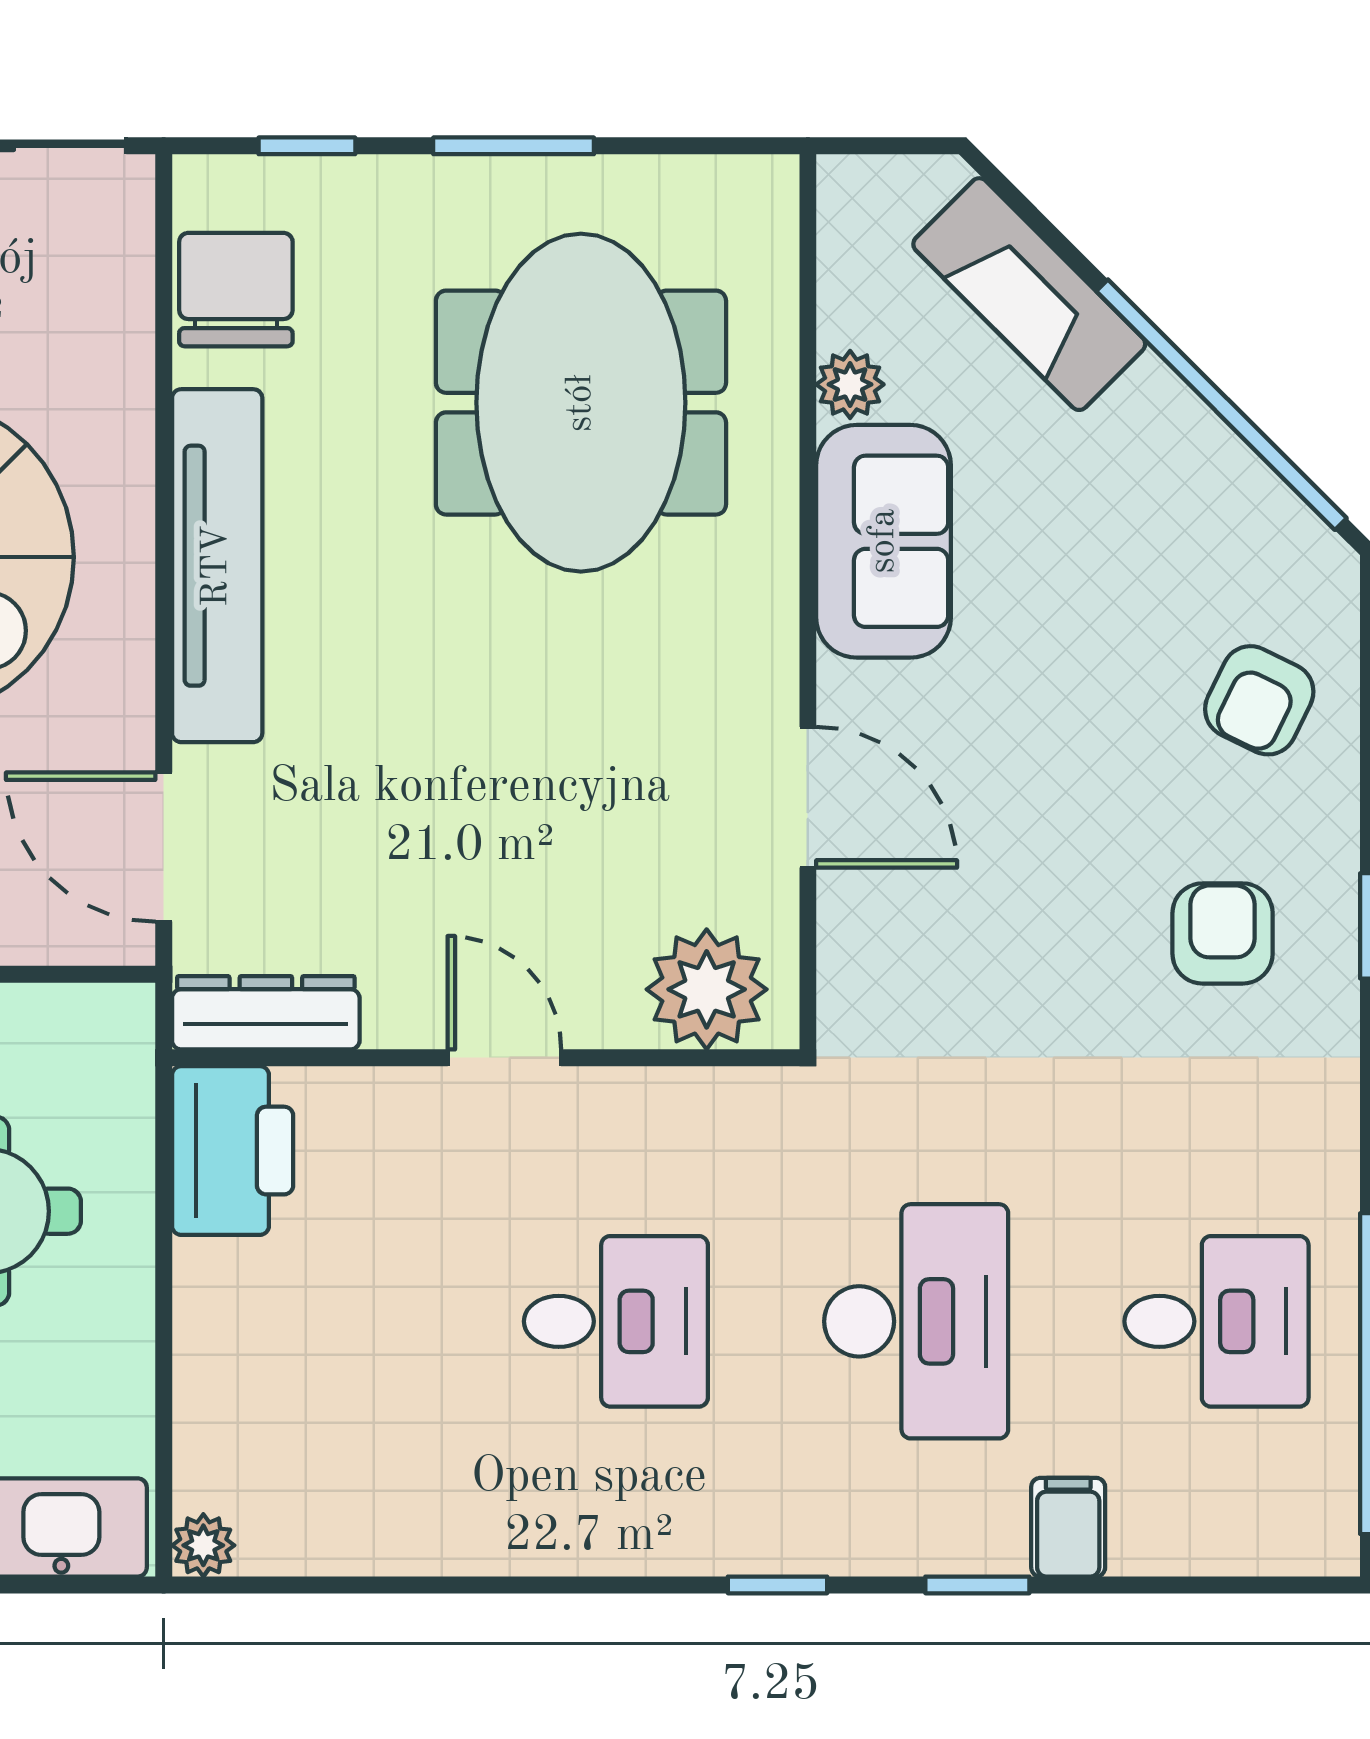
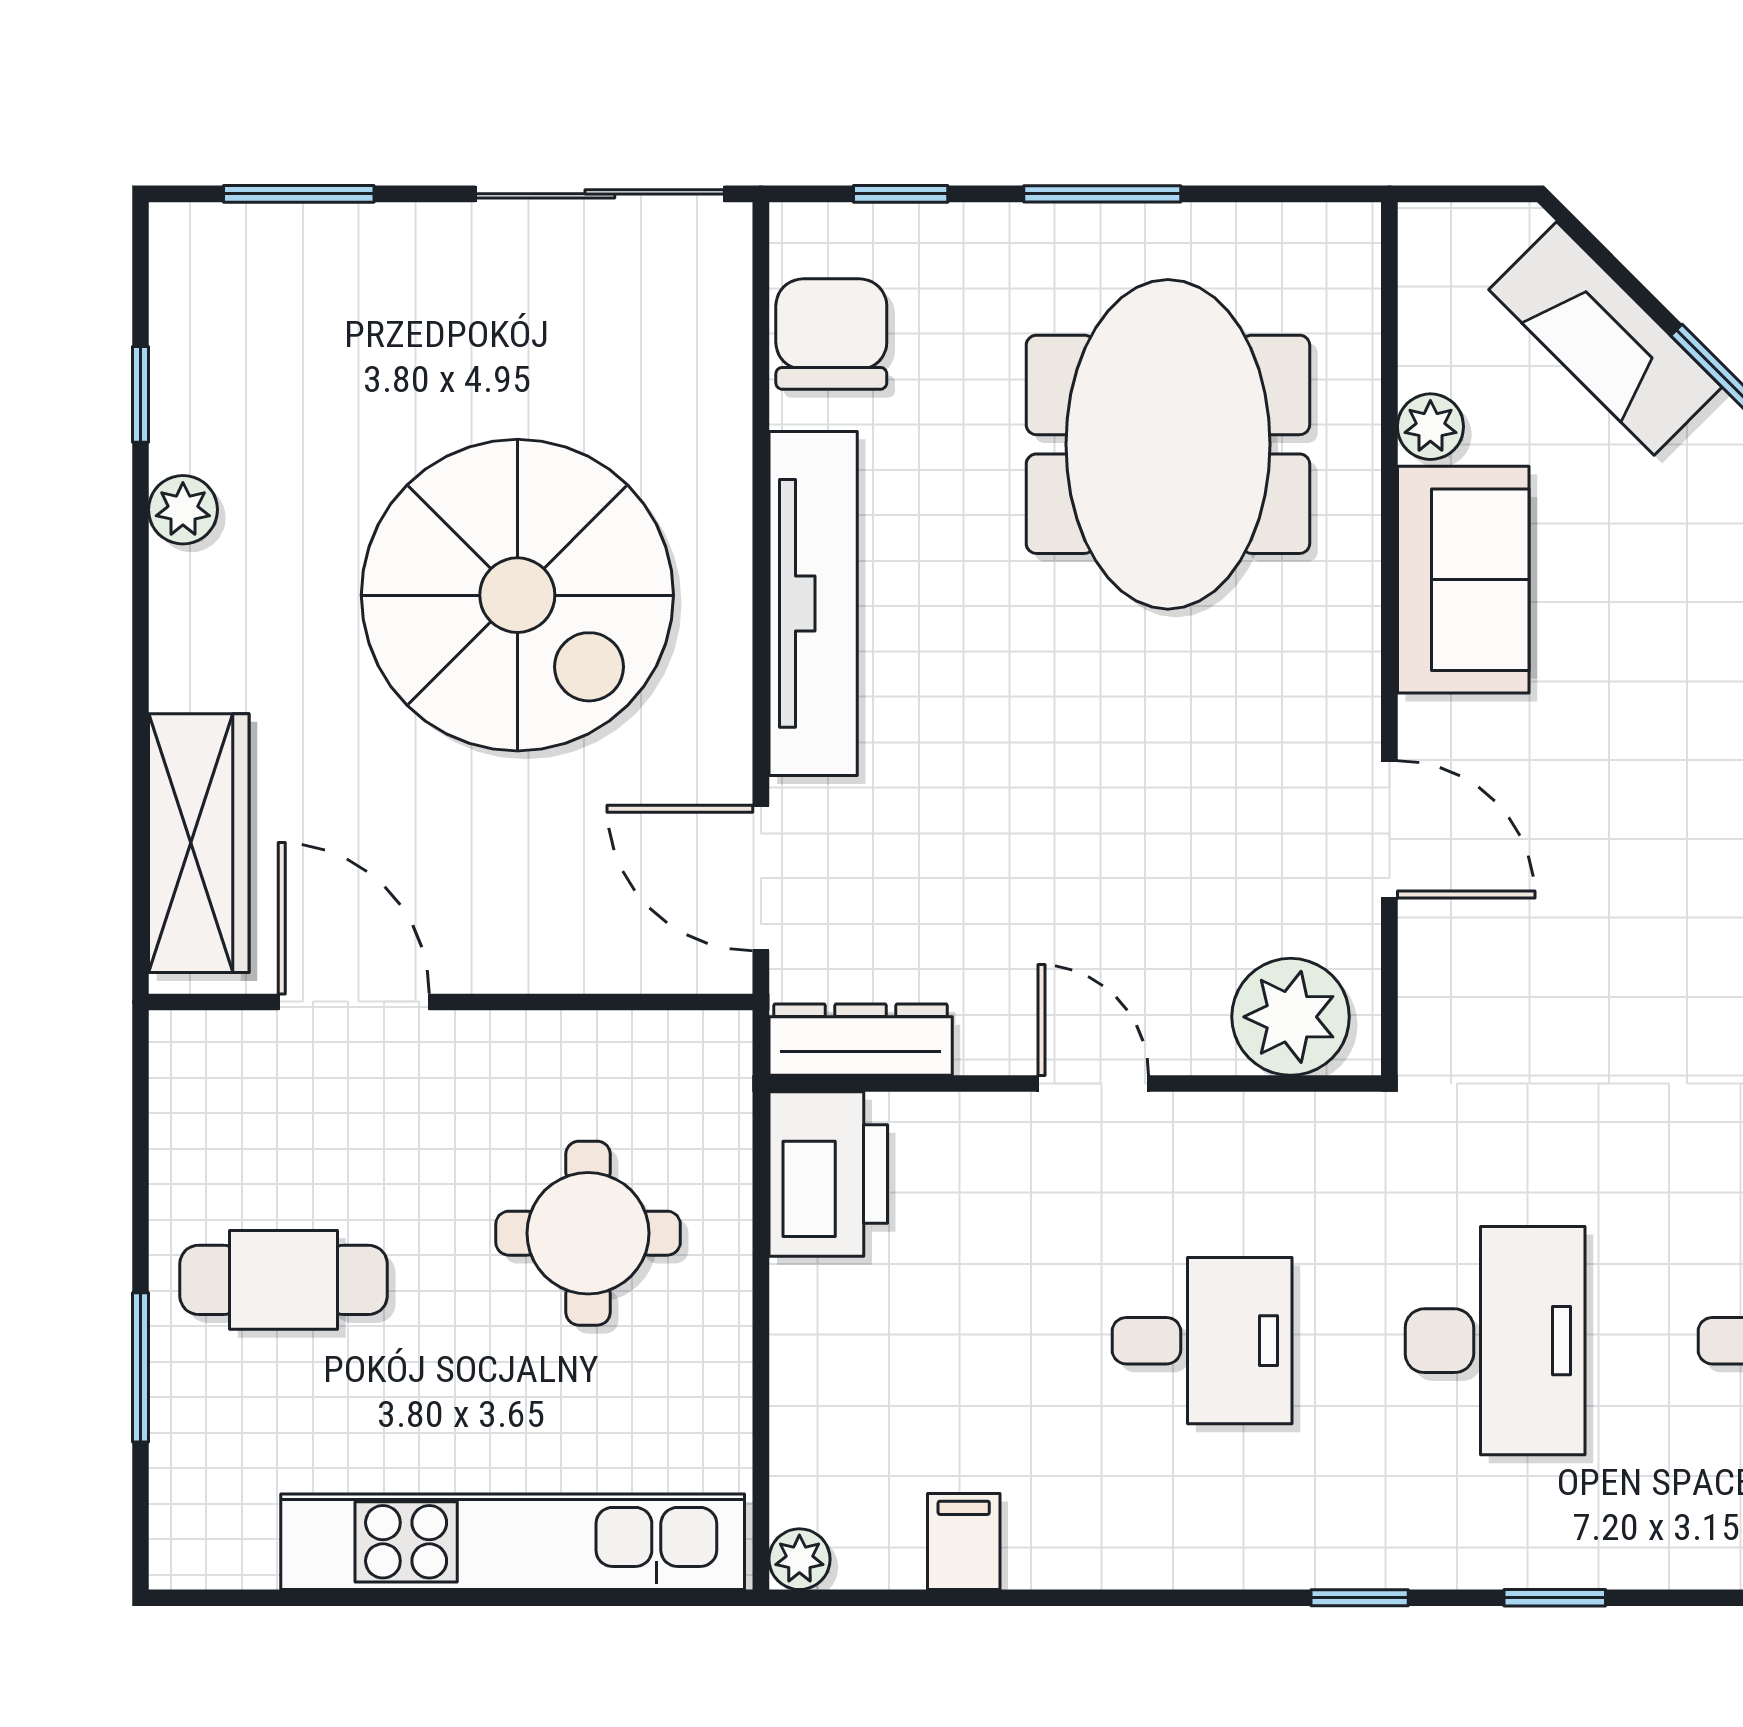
filing cabinet: (1068, 1527) -> (964, 1542), moved

